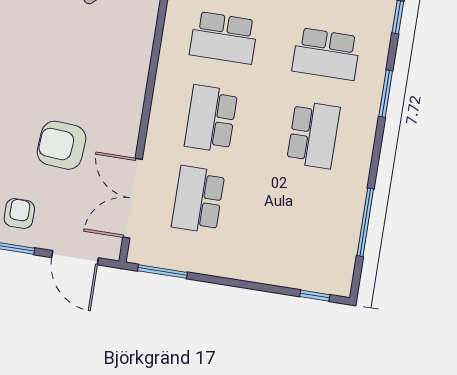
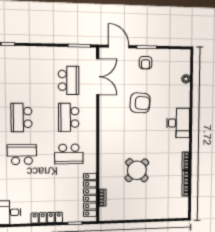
school desk: (224, 38) -> (69, 154), turned 180
school desk: (211, 119) -> (69, 117), turned 180
armchair: (62, 145) -> (140, 103), moved

